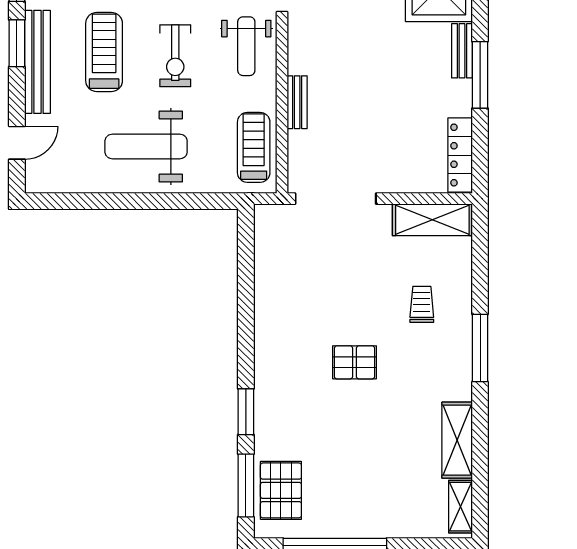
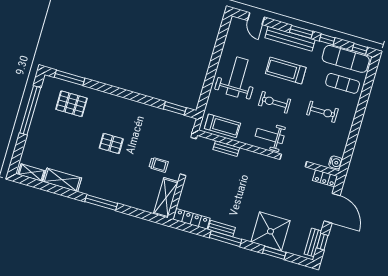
bench: (462, 51) -> (222, 229), moved
treadmill: (104, 52) -> (286, 70), turned 180
bench: (297, 102) -> (226, 148), moved
trolley: (422, 304) -> (159, 165), moved
pallet: (354, 362) -> (111, 143), turned 90
window: (246, 412) -> (175, 108), moved
pallet: (281, 490) -> (71, 104), moved

